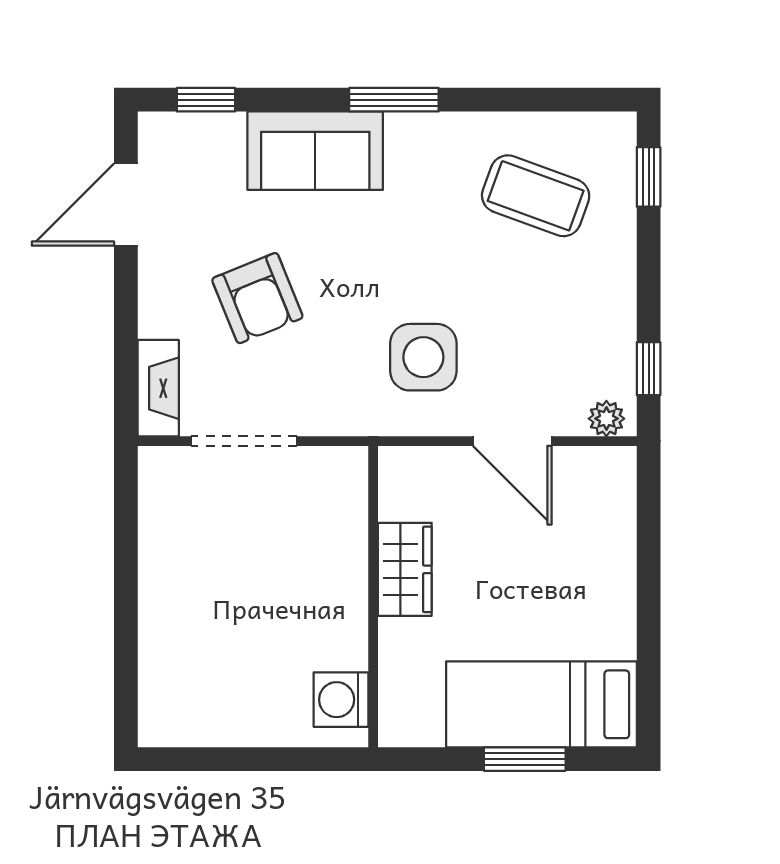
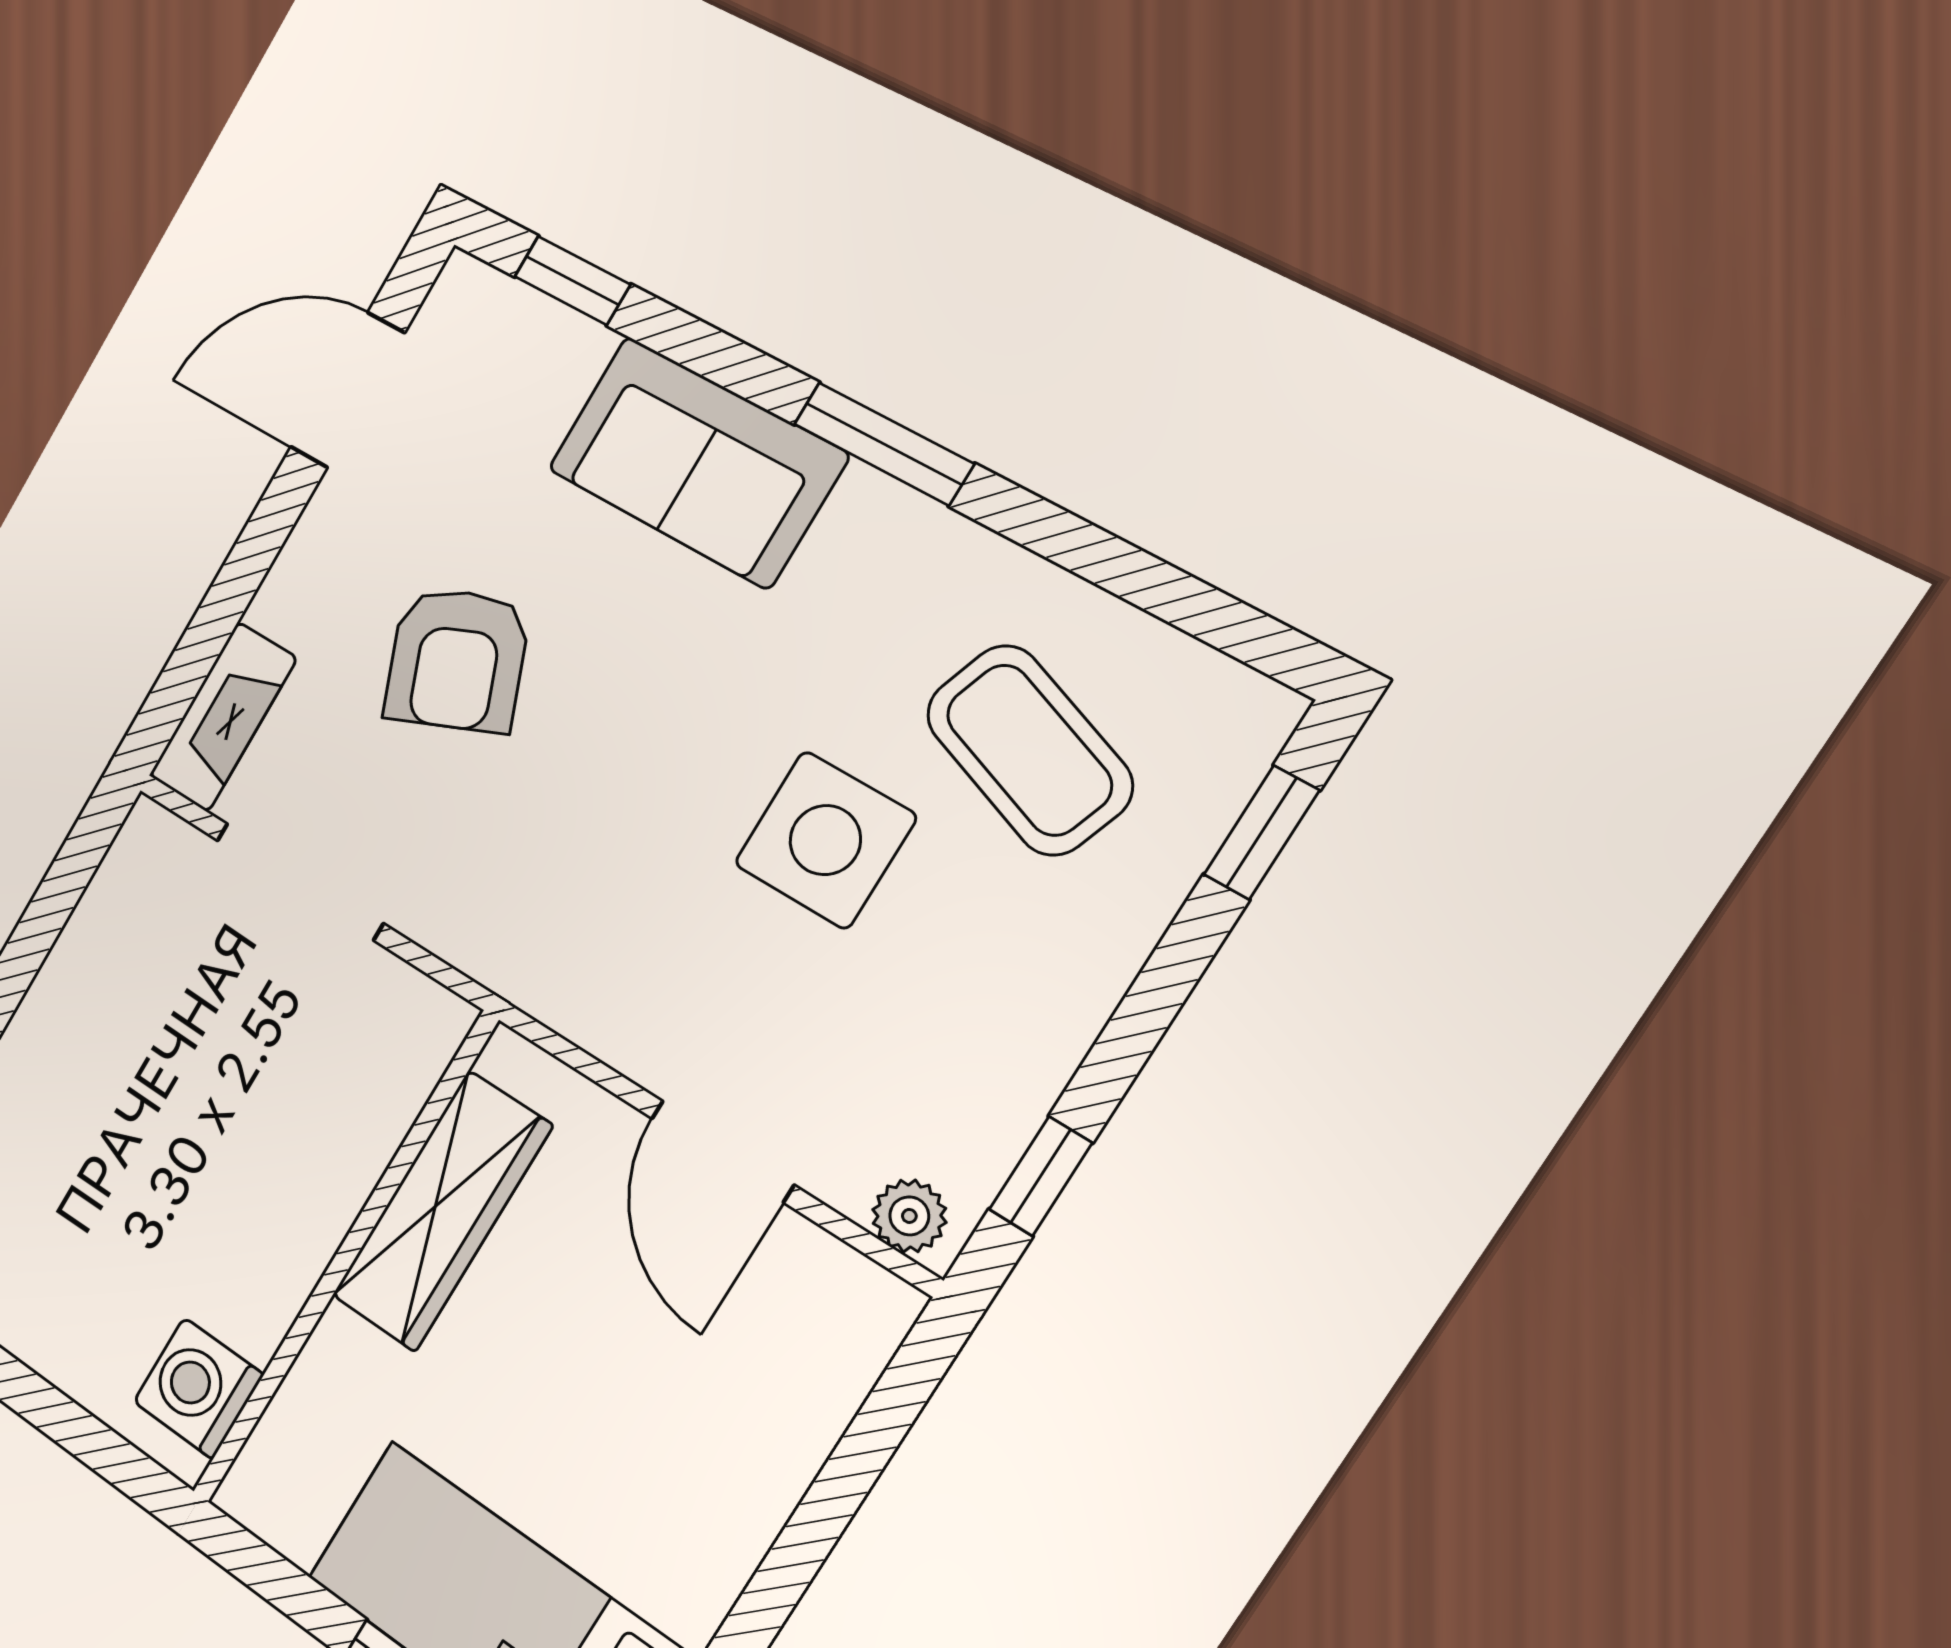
side table: (423, 357) -> (825, 840), moved
wardrobe: (405, 569) -> (442, 1211), width x1.50

